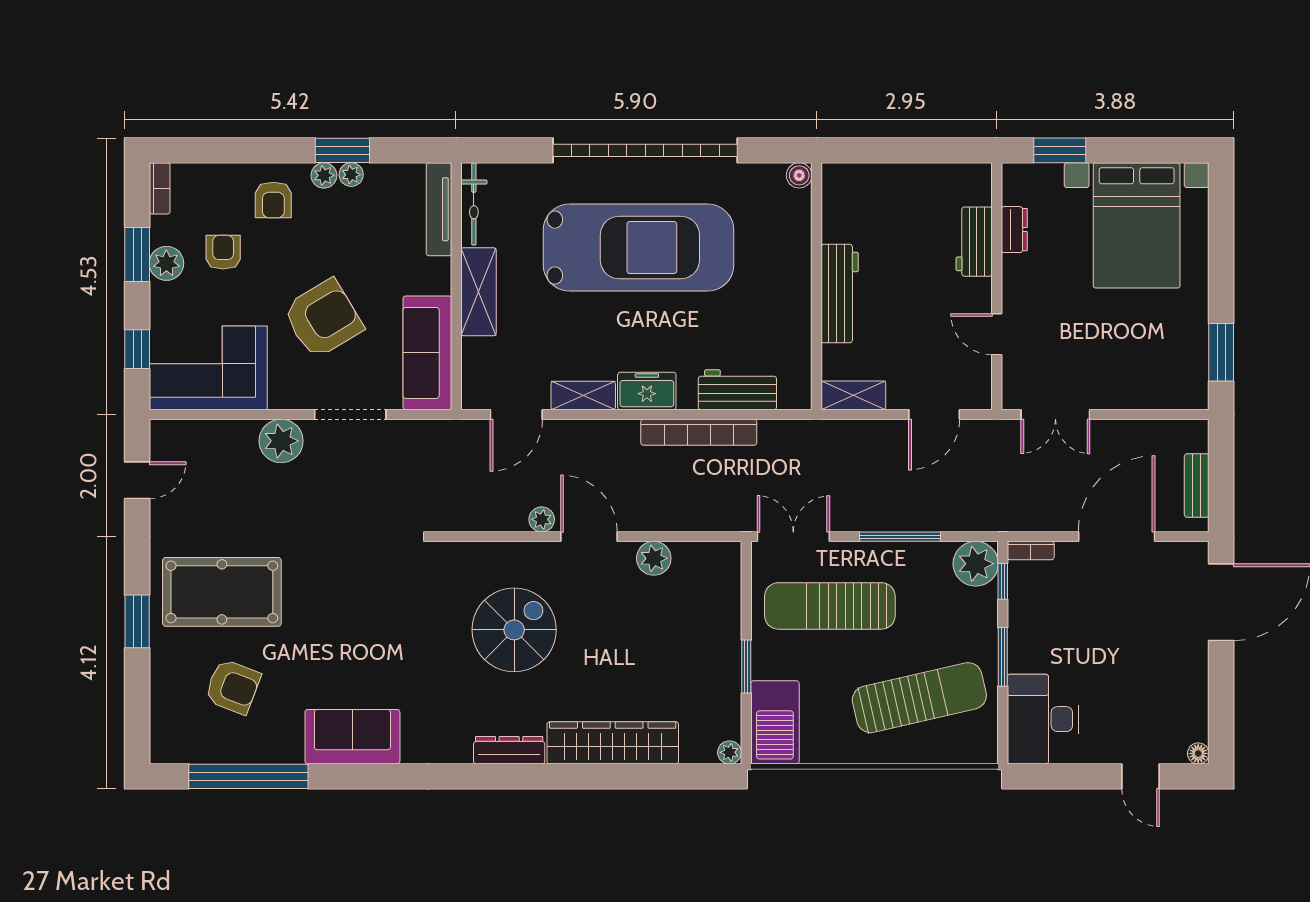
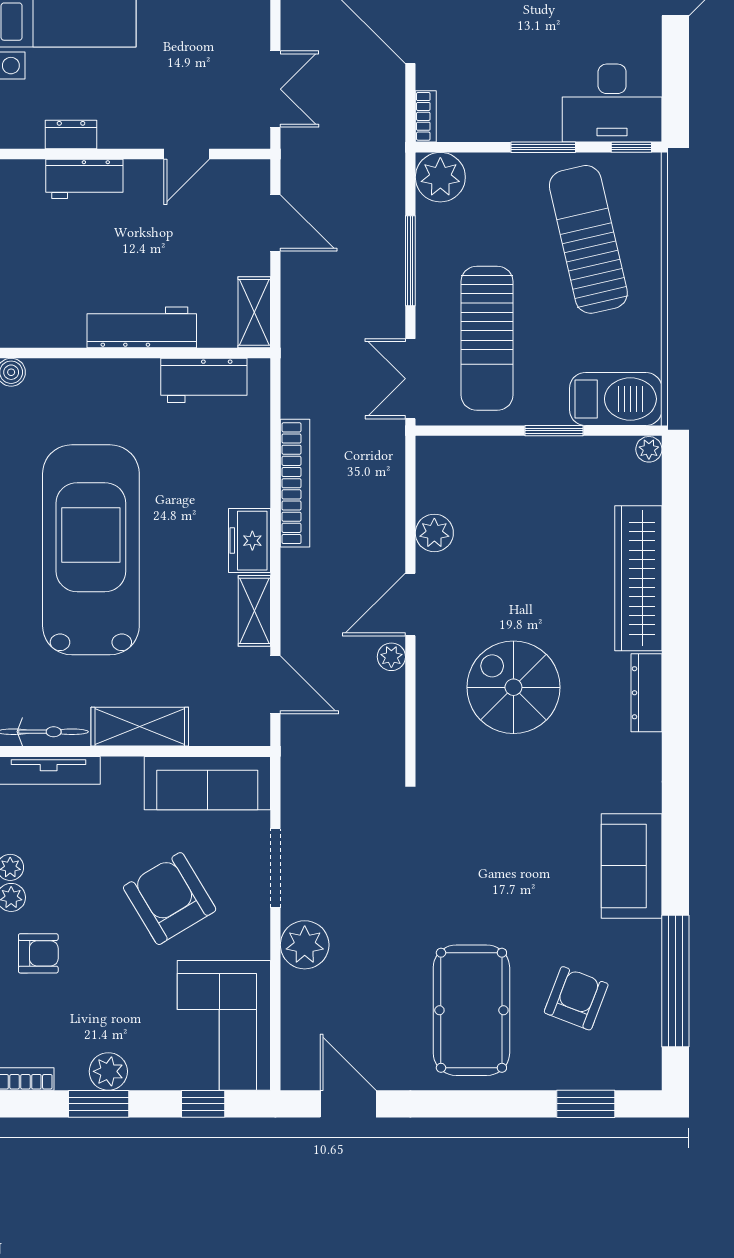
armchair: (223, 252) -> (96, 1009), removed
workbench: (737, 390) -> (204, 380), moved, turned -90
door: (137, 480) -> (348, 1104), width x1.38
window: (1003, 581) -> (631, 147), moved
window: (137, 621) -> (586, 1104), moved

